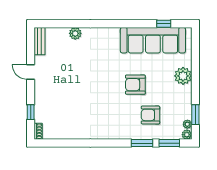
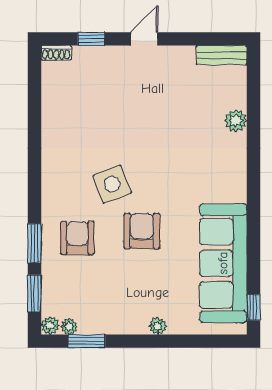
window: (164, 24) -> (254, 307), moved
door: (31, 72) -> (144, 39), moved
plant: (183, 76) -> (158, 326), width x0.53, depth x0.53
side table: (110, 101) -> (112, 184), added
armchair: (150, 115) -> (77, 238), moved

